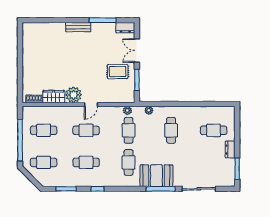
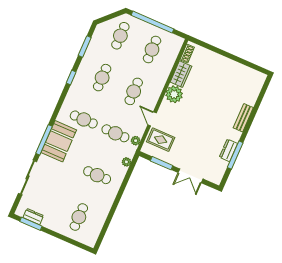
bench: (78, 27) -> (243, 118), moved
dresser: (125, 28) -> (228, 150), moved
double door: (137, 51) -> (190, 176), swing flipped
rug: (118, 72) -> (161, 140), moved, turned 90
door: (91, 104) -> (152, 119), moved
dresser: (230, 149) -> (33, 217), moved

